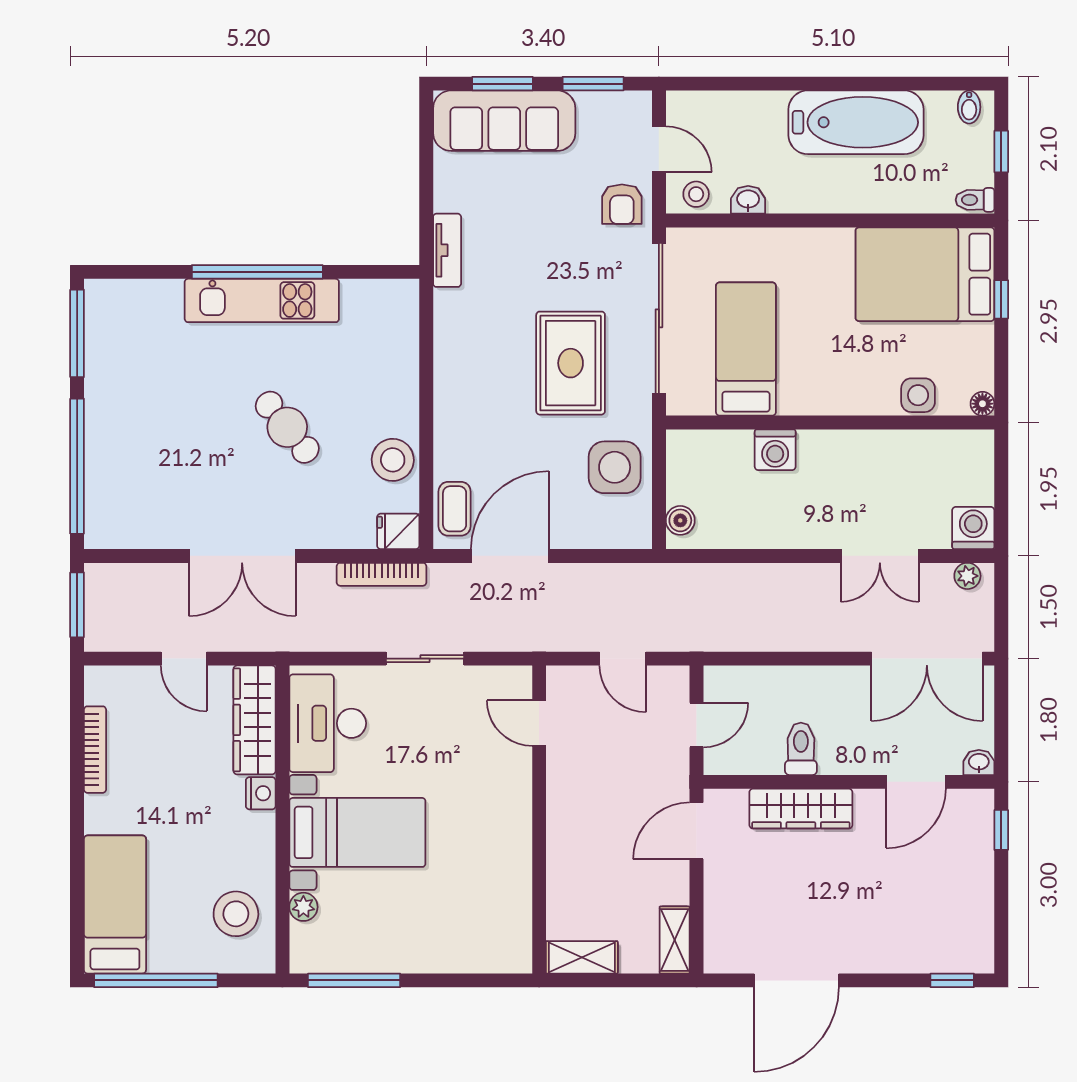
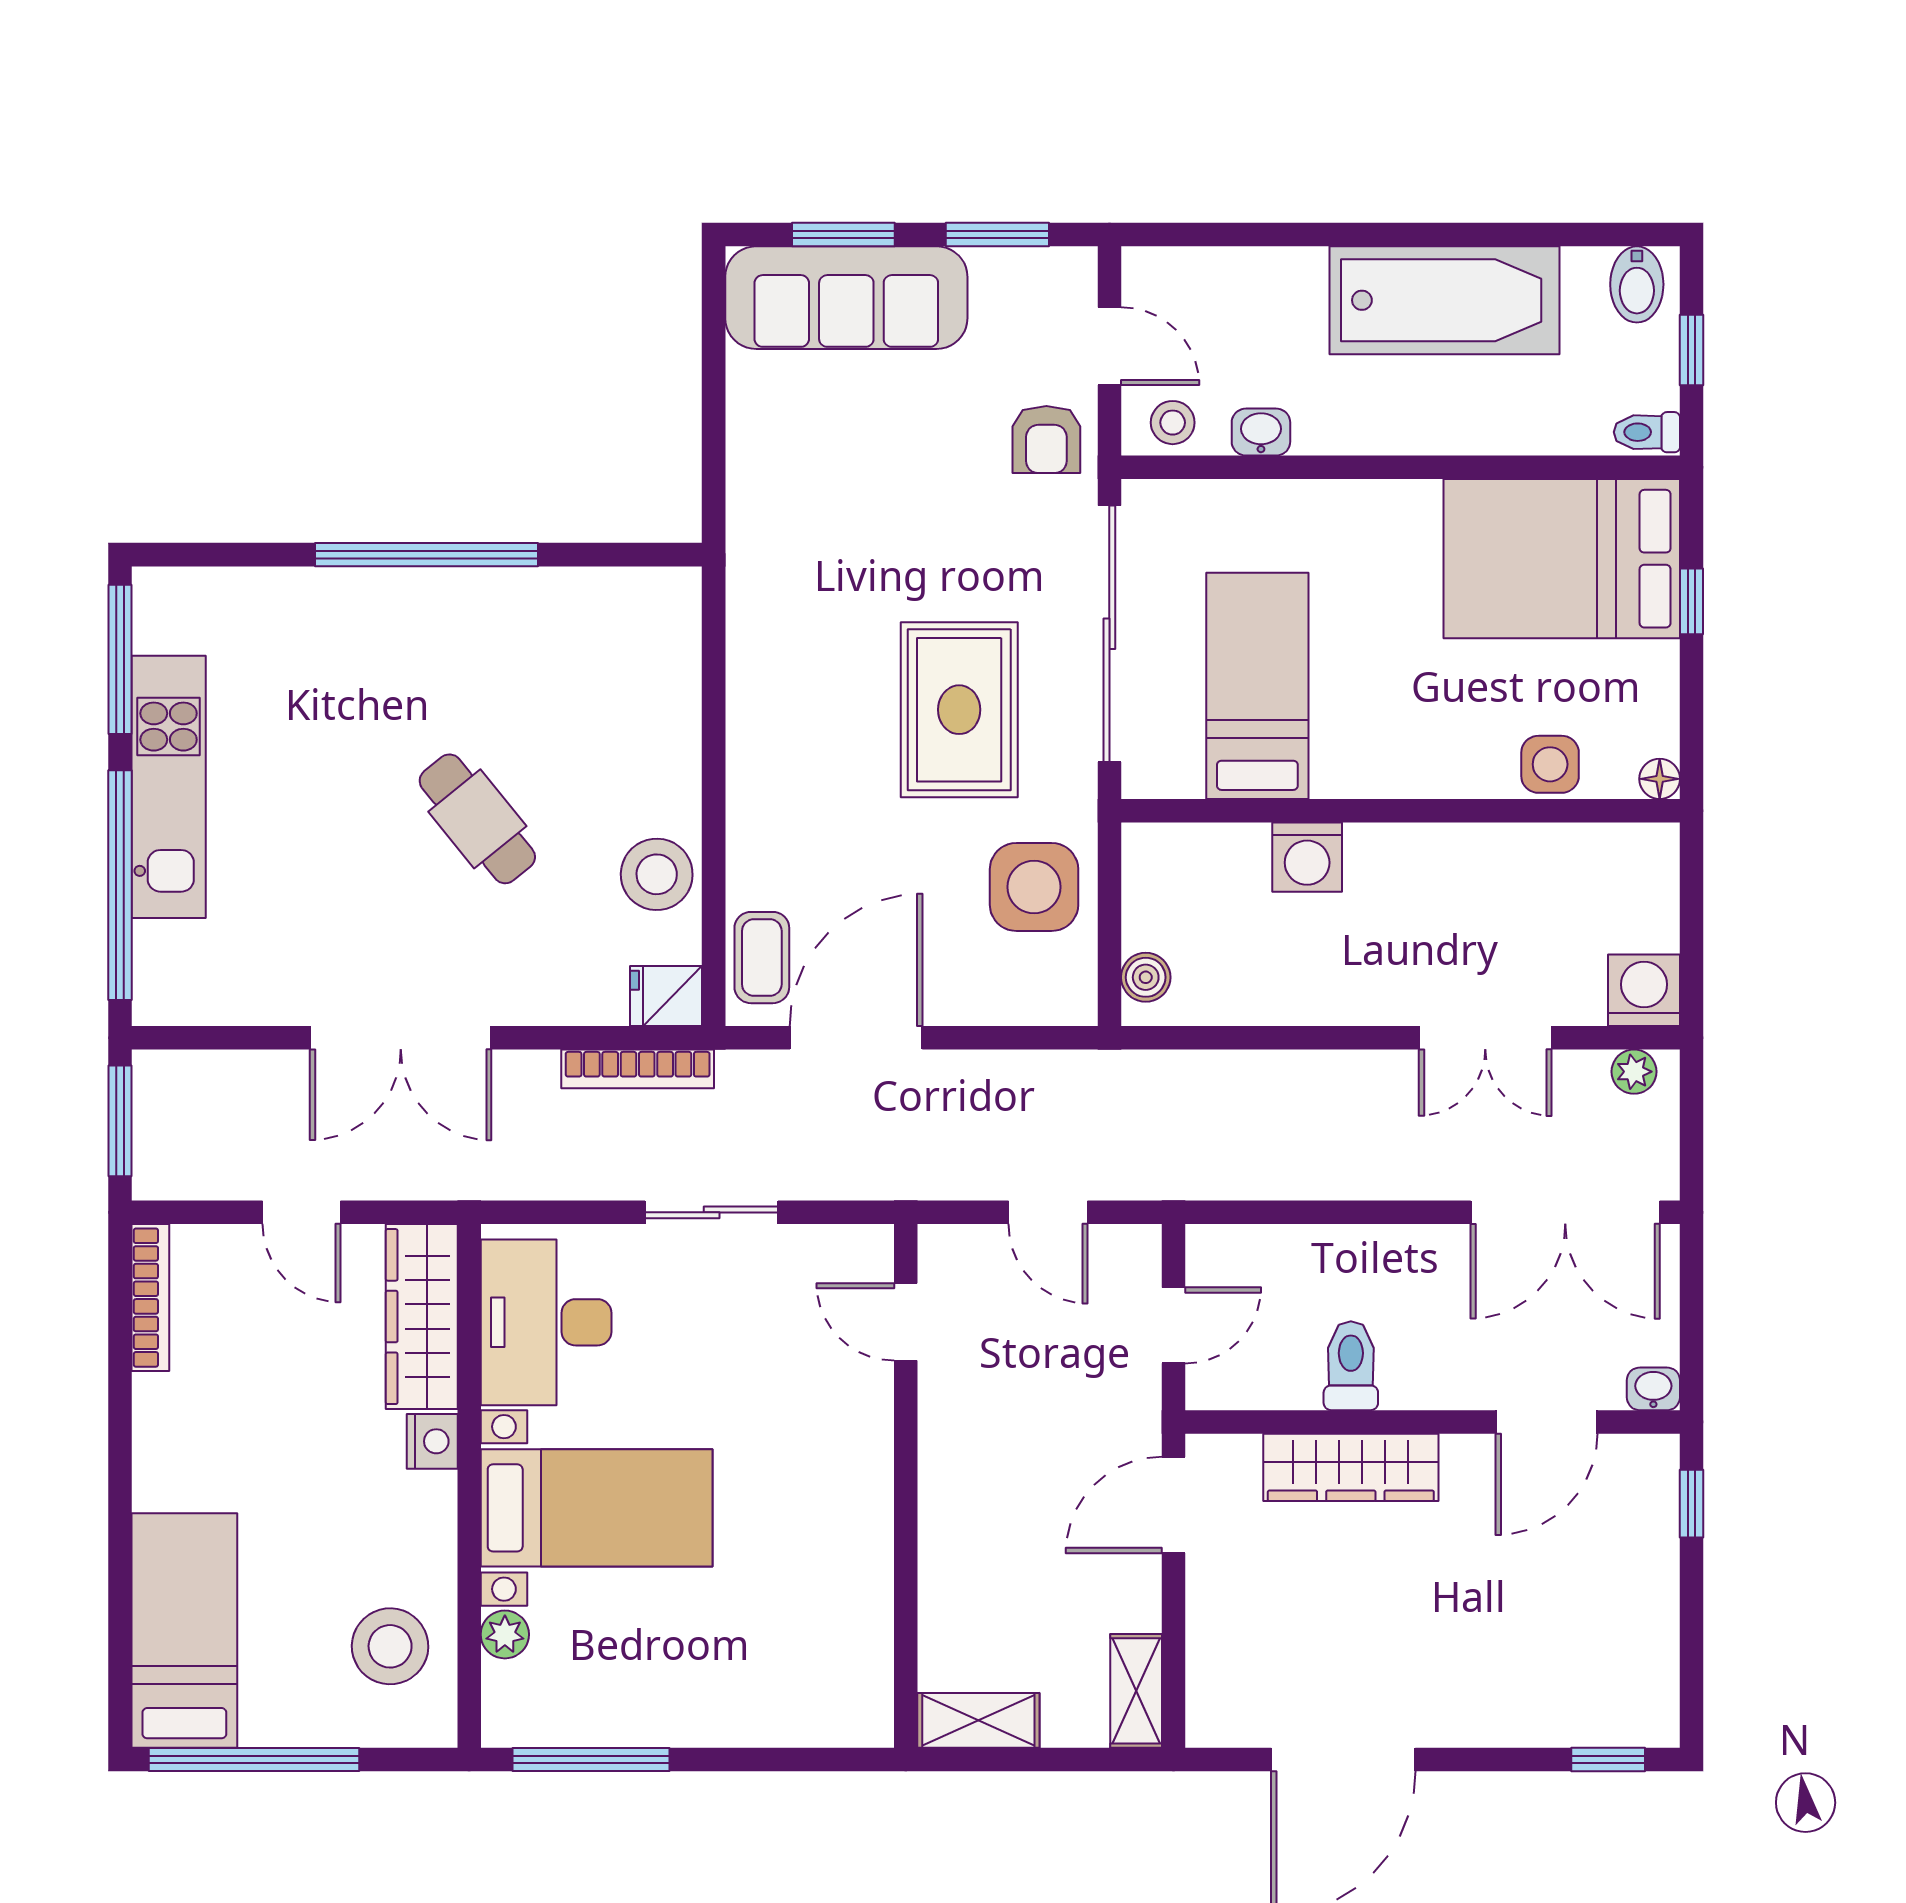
bidet: (969, 107) -> (1637, 284), width x1.38, depth x1.36
tv unit: (447, 250) -> (749, 518), removed
kitchen unit: (262, 300) -> (169, 787), moved, turned -90
bookcase: (95, 750) -> (150, 1298), moved

